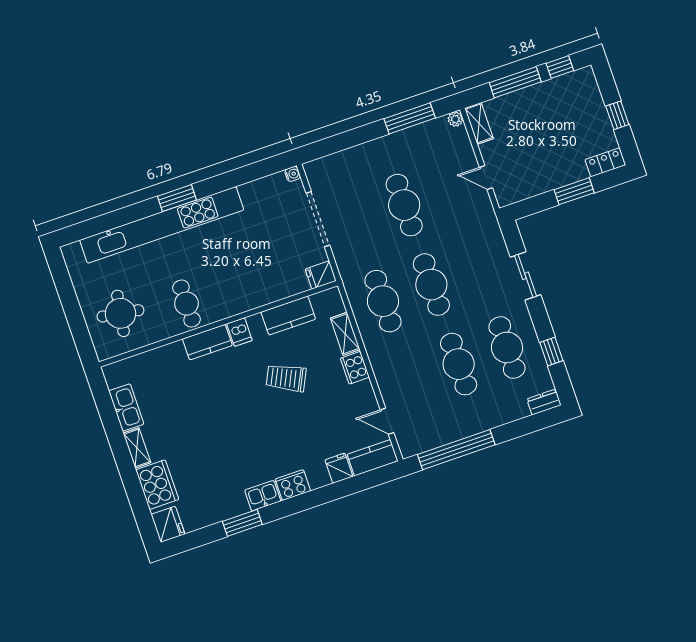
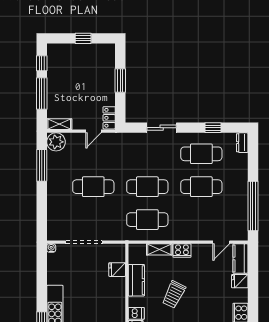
plant: (455, 119) -> (56, 142), width x1.88, depth x1.88
locker: (605, 162) -> (109, 118), moved
fridge: (321, 275) -> (117, 270), moved, turned 90

